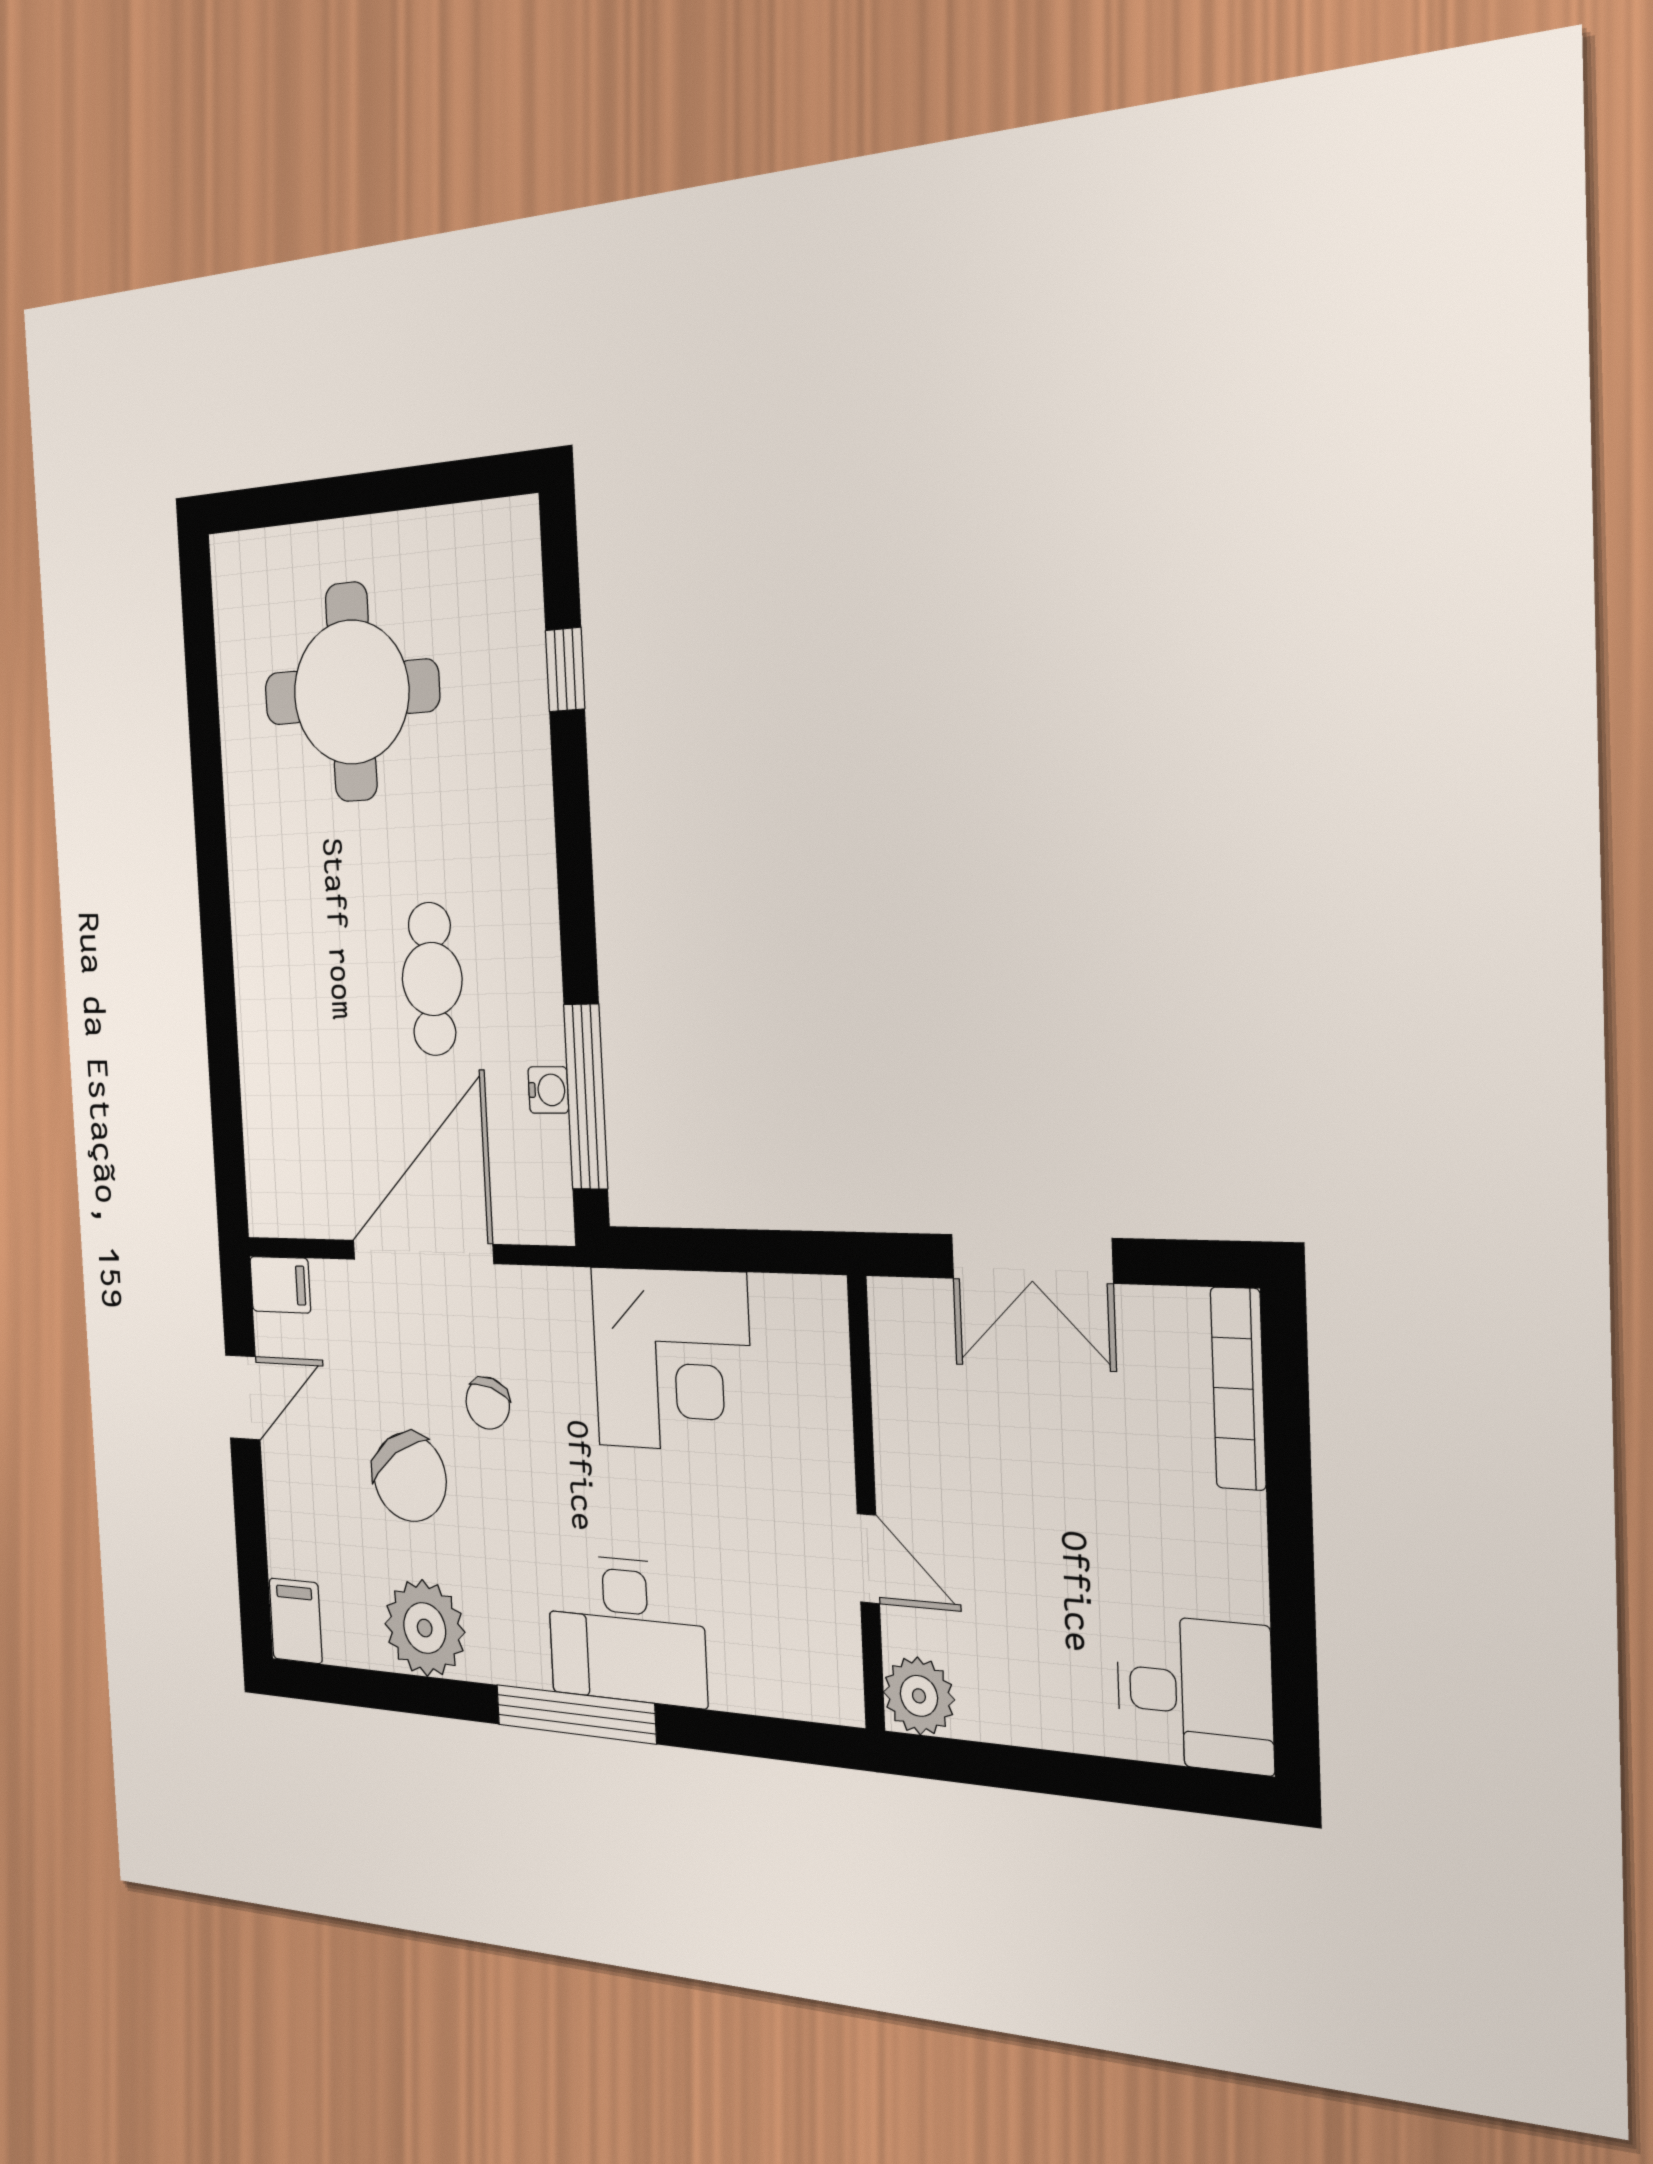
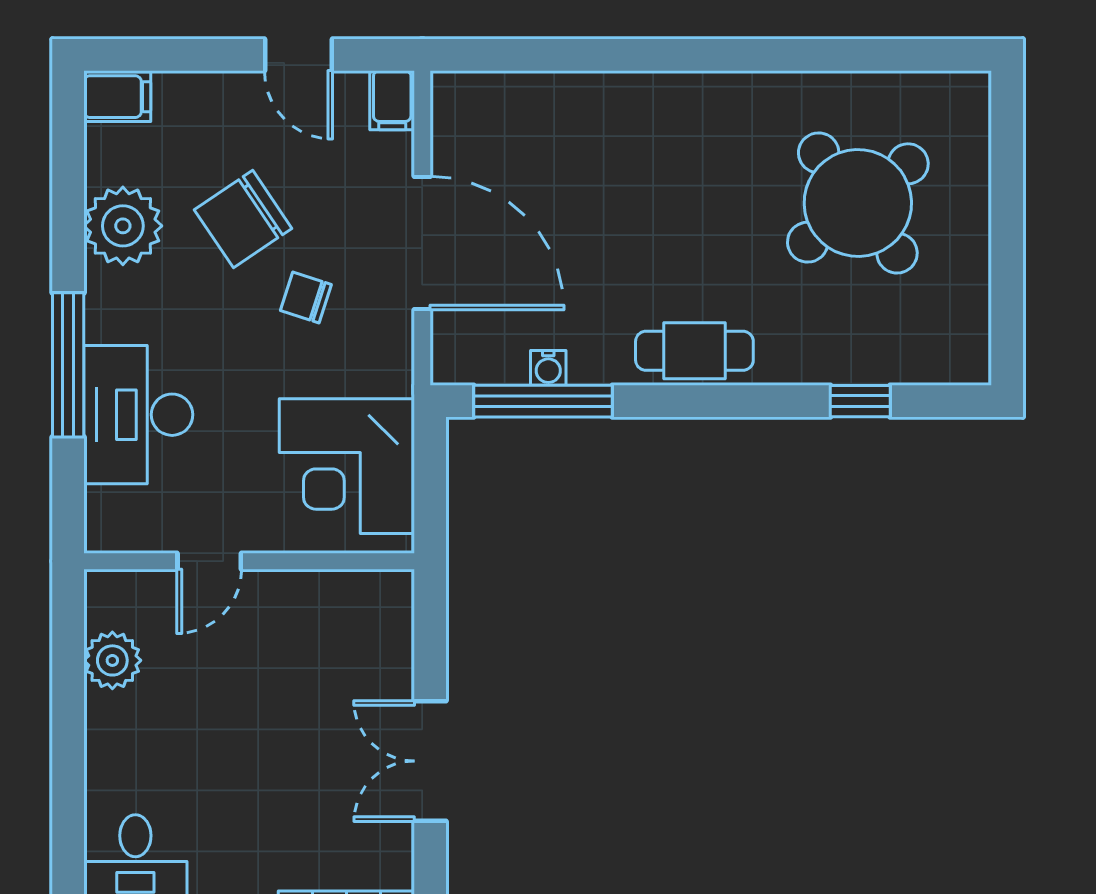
round table: (351, 692) -> (858, 203), turned -38
cafe table: (432, 979) -> (694, 351), moved
wall: (866, 1504) -> (249, 561), moved
door: (868, 1559) -> (209, 561), moved

